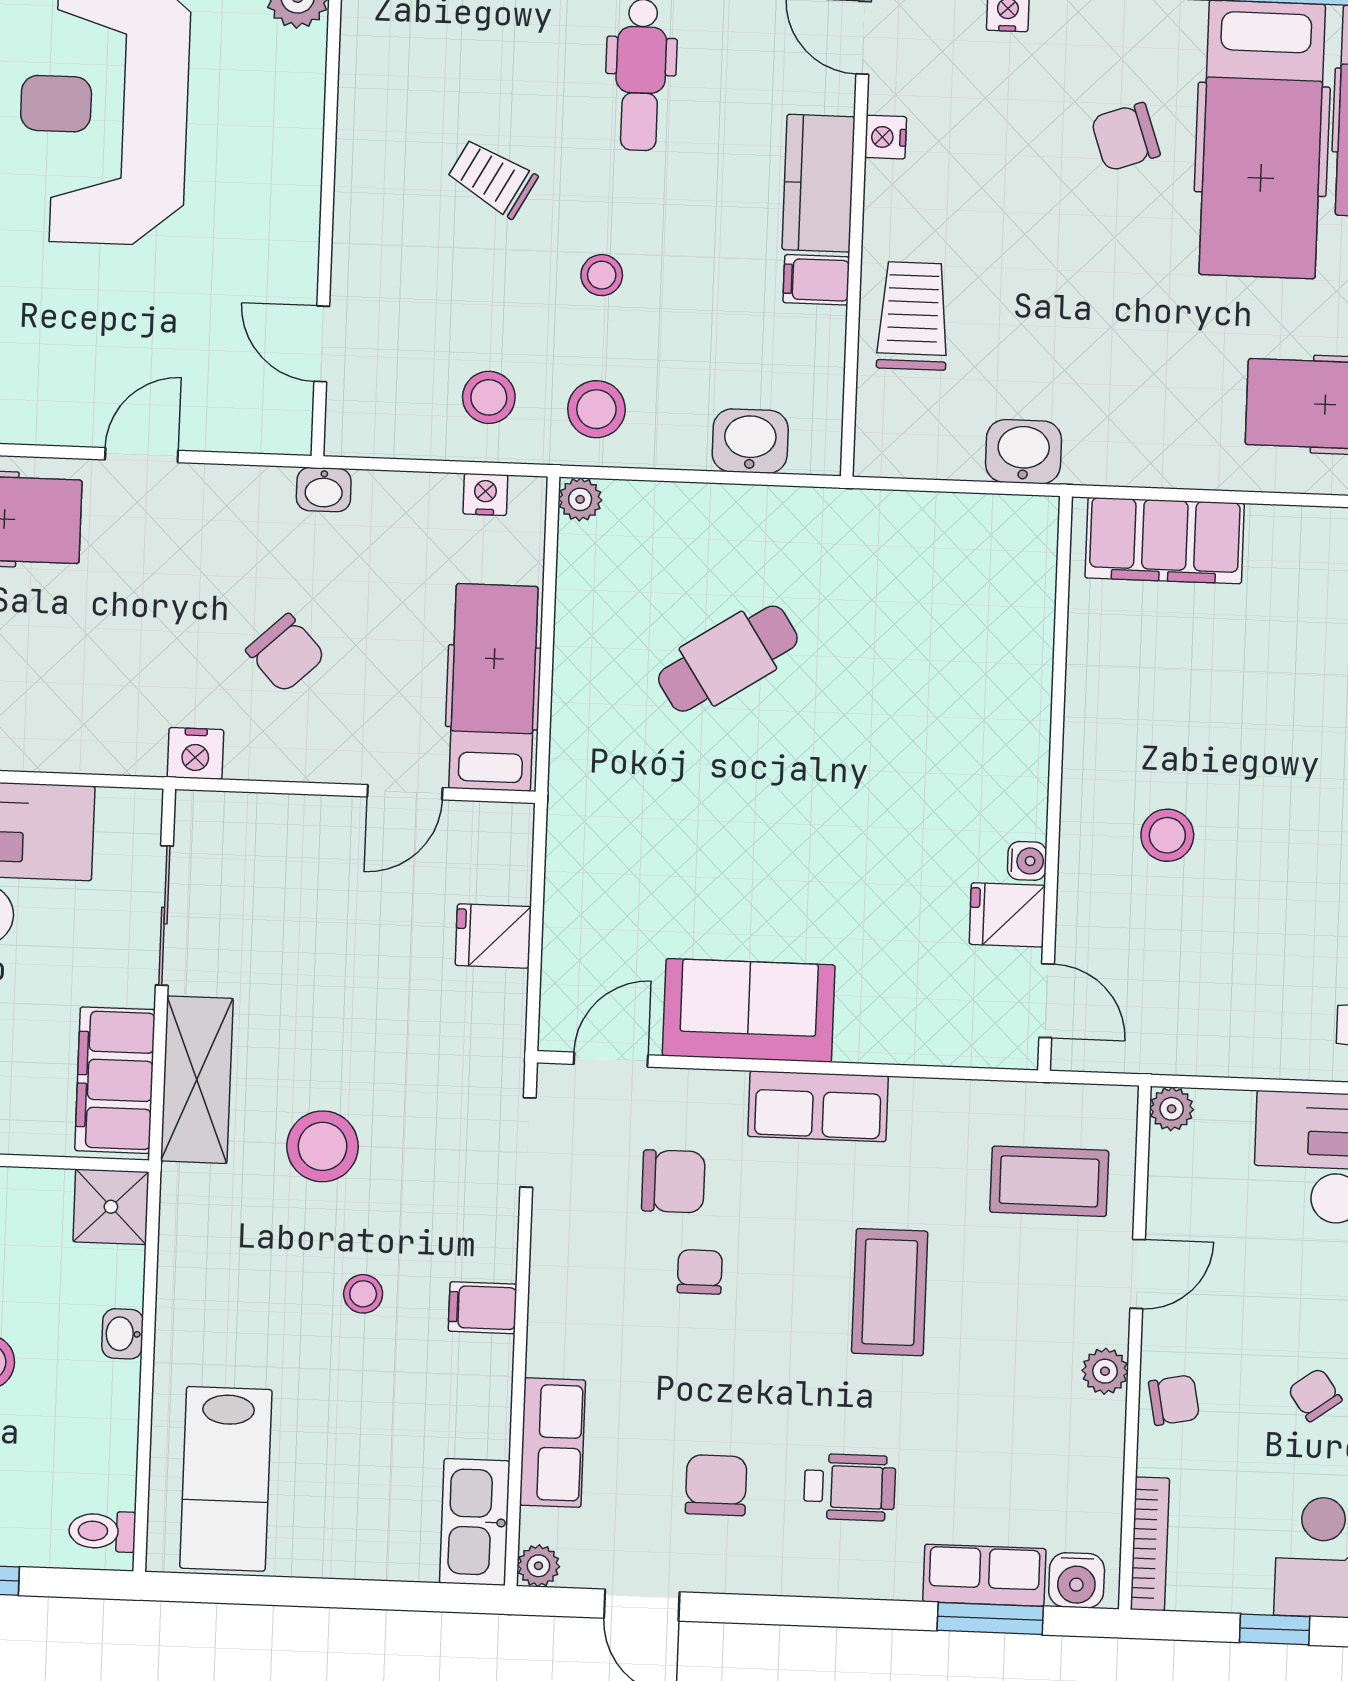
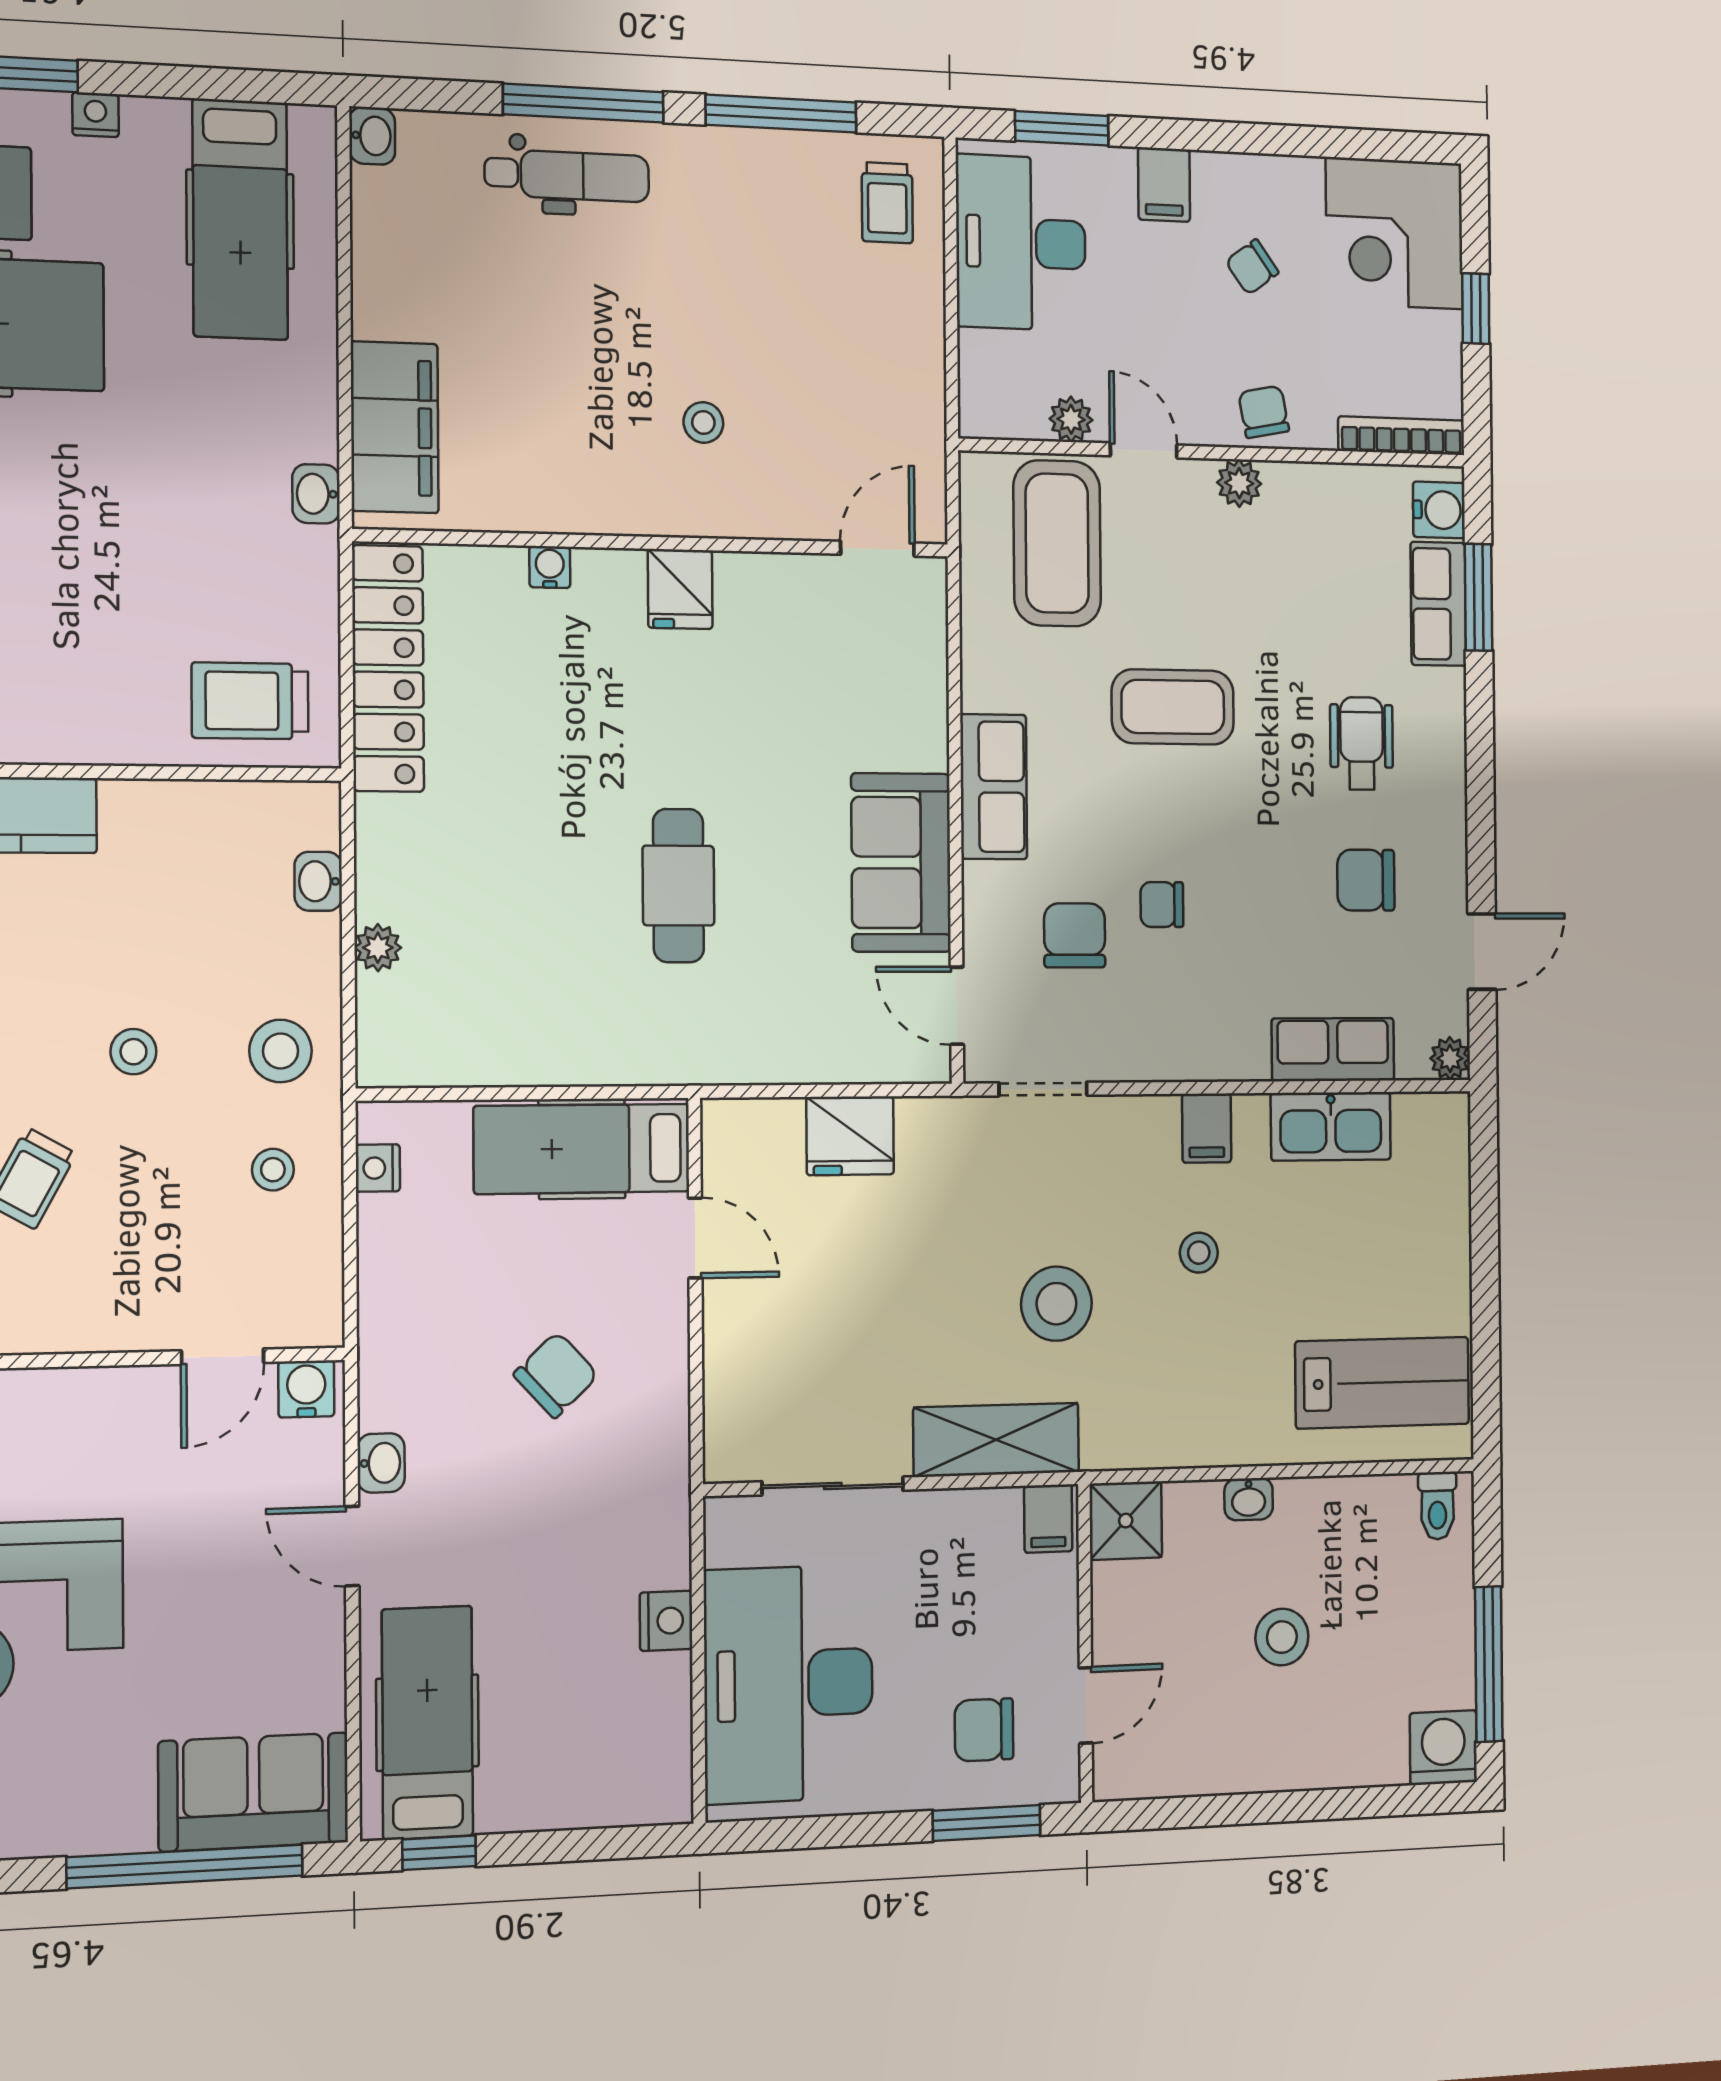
filing cabinet: (816, 280) -> (128, 814), removed
trolley: (913, 316) -> (250, 701), moved
stool: (489, 397) -> (273, 1170), width x0.73, depth x0.73
water cooler: (288, 419) -> (306, 1389), added
washbasin: (750, 441) -> (318, 881), width x0.72, depth x0.69
washbasin: (1023, 452) -> (316, 494), moved, width x0.72, depth x0.69
washbasin: (324, 490) -> (381, 1463), moved
plant: (580, 499) -> (378, 948), moved
locker: (943, 524) -> (388, 669), added
cafe table: (728, 659) -> (678, 886), moved, turned 33
nightstand: (195, 753) -> (666, 1621), moved
stool: (1167, 835) -> (703, 422), width x0.73, depth x0.73
water cooler: (1027, 861) -> (550, 567), moved
fridge: (1007, 915) -> (680, 589), moved
fridge: (493, 936) -> (850, 1136), width x1.38
filing cabinet: (115, 1080) -> (1048, 1519), width x0.33, depth x0.86
plant: (1172, 1109) -> (1071, 419), moved
coffee table: (1049, 1181) -> (1057, 543), width x1.36, depth x1.32
kitchen sink: (475, 1522) -> (1331, 1126), moved

